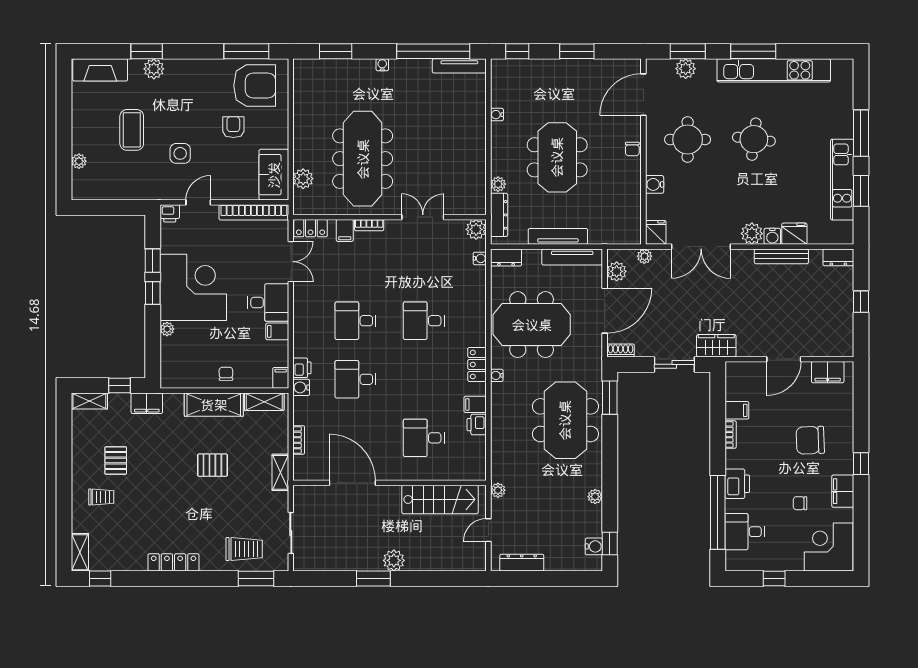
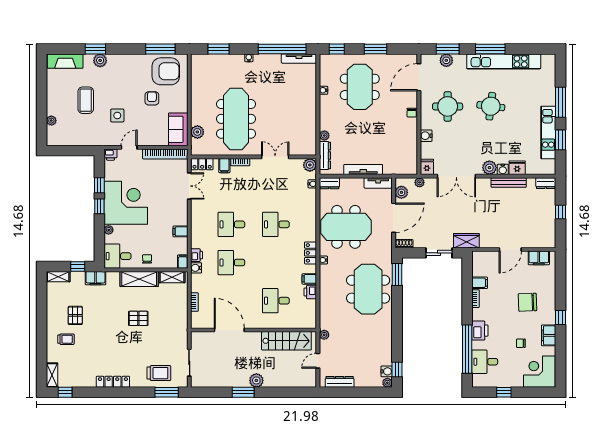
meeting table: (557, 157) -> (360, 87), moved
tv unit: (572, 257) -> (378, 183), width x0.71
desk: (268, 302) -> (117, 256), moved, turned 180
shelving: (280, 472) -> (182, 323), removed
plant: (595, 497) -> (387, 383), moved

